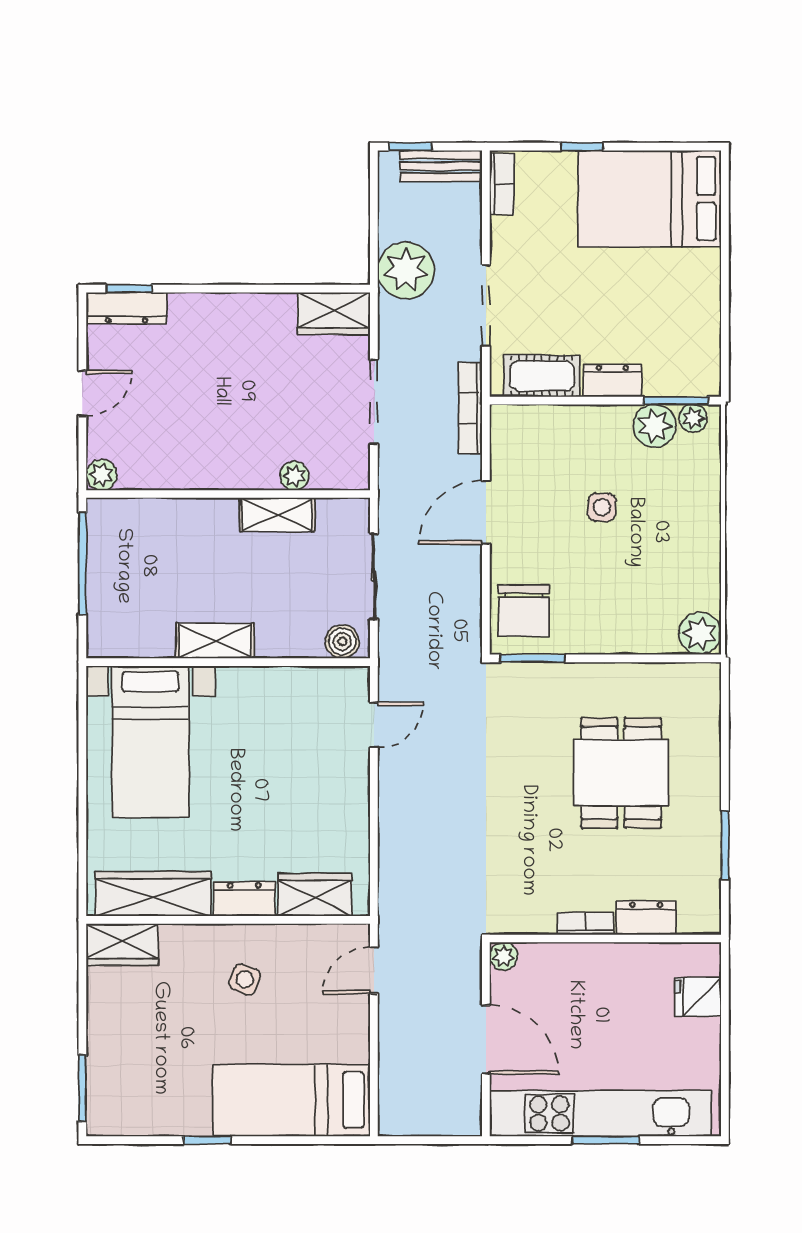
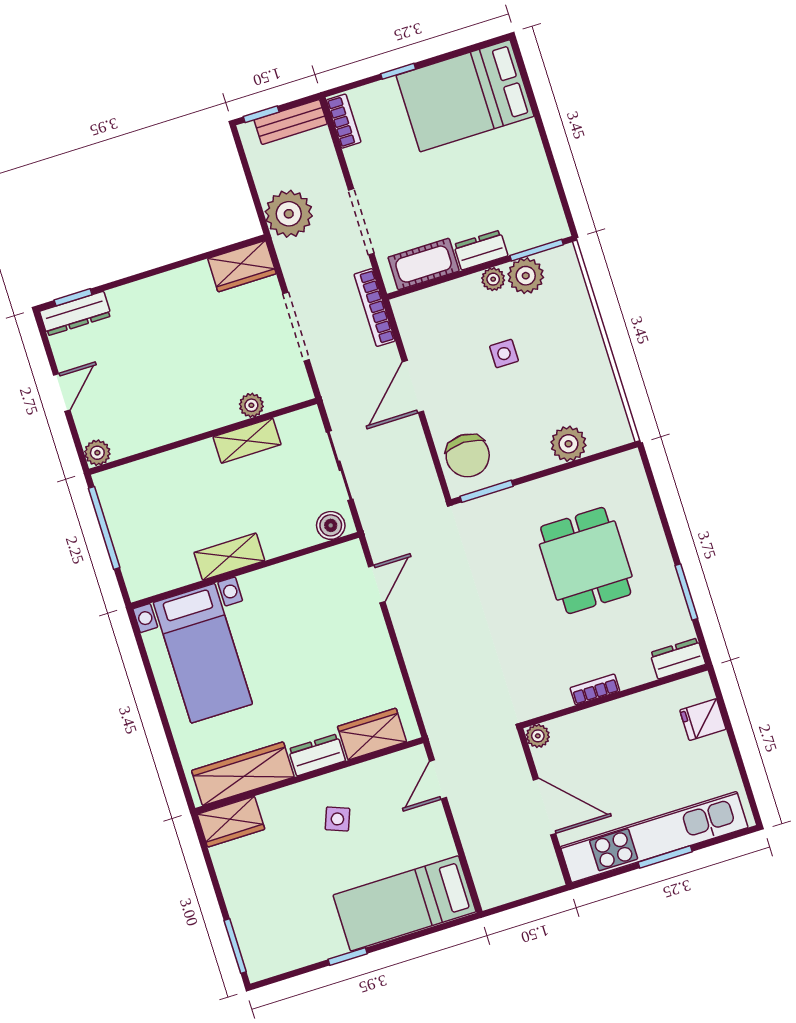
plant: (693, 418) -> (493, 279), moved
plant: (700, 633) -> (568, 444), moved
dresser: (646, 918) -> (678, 658), moved

